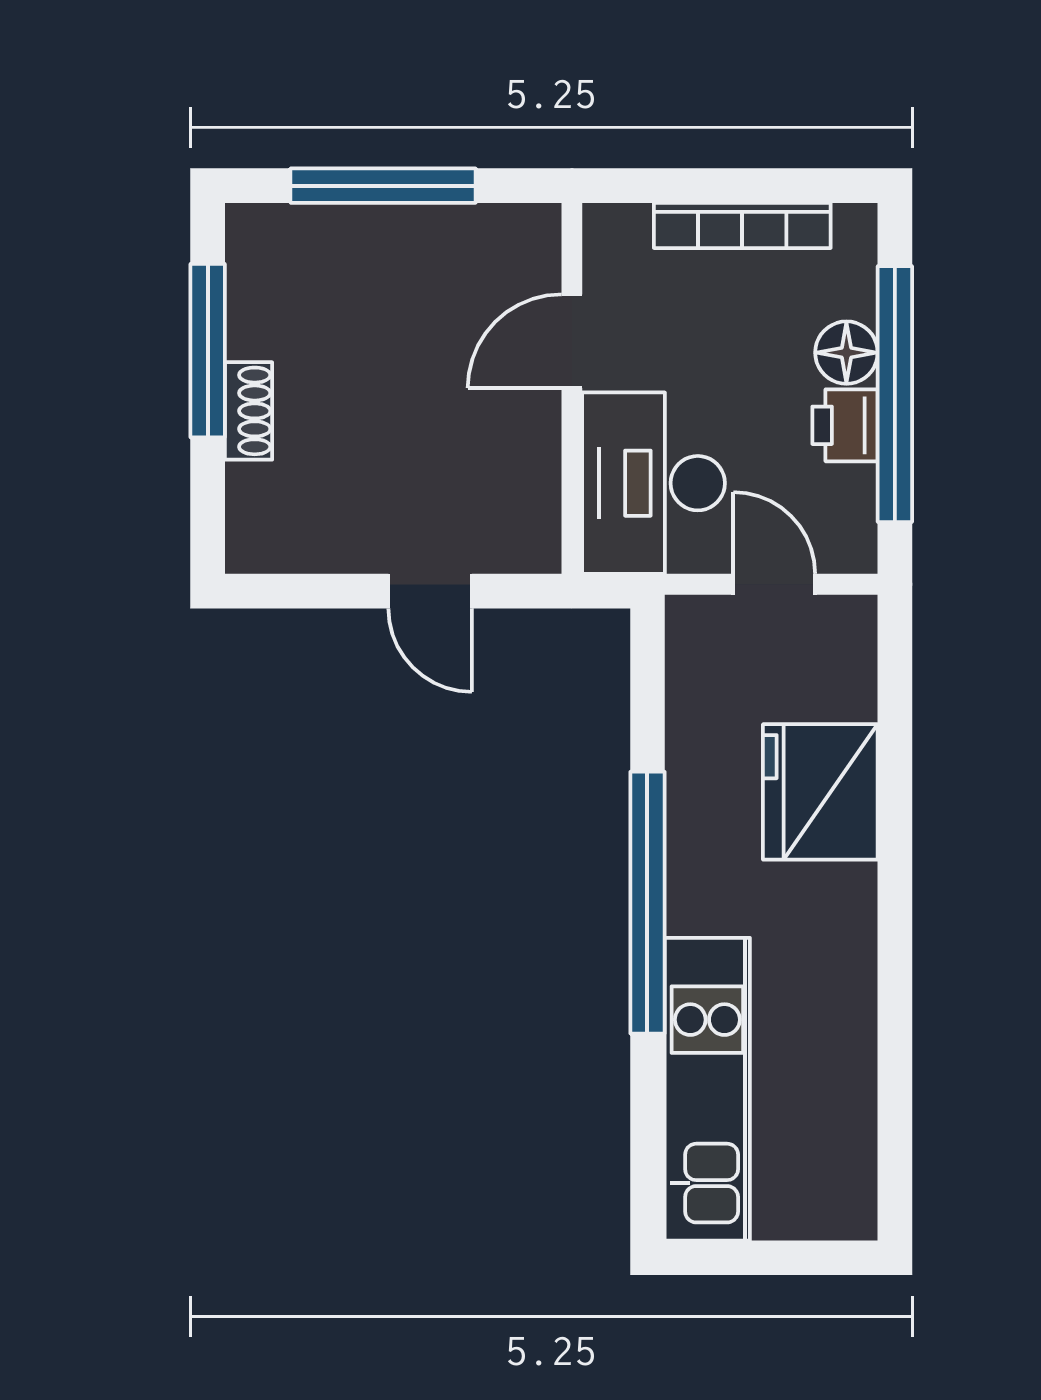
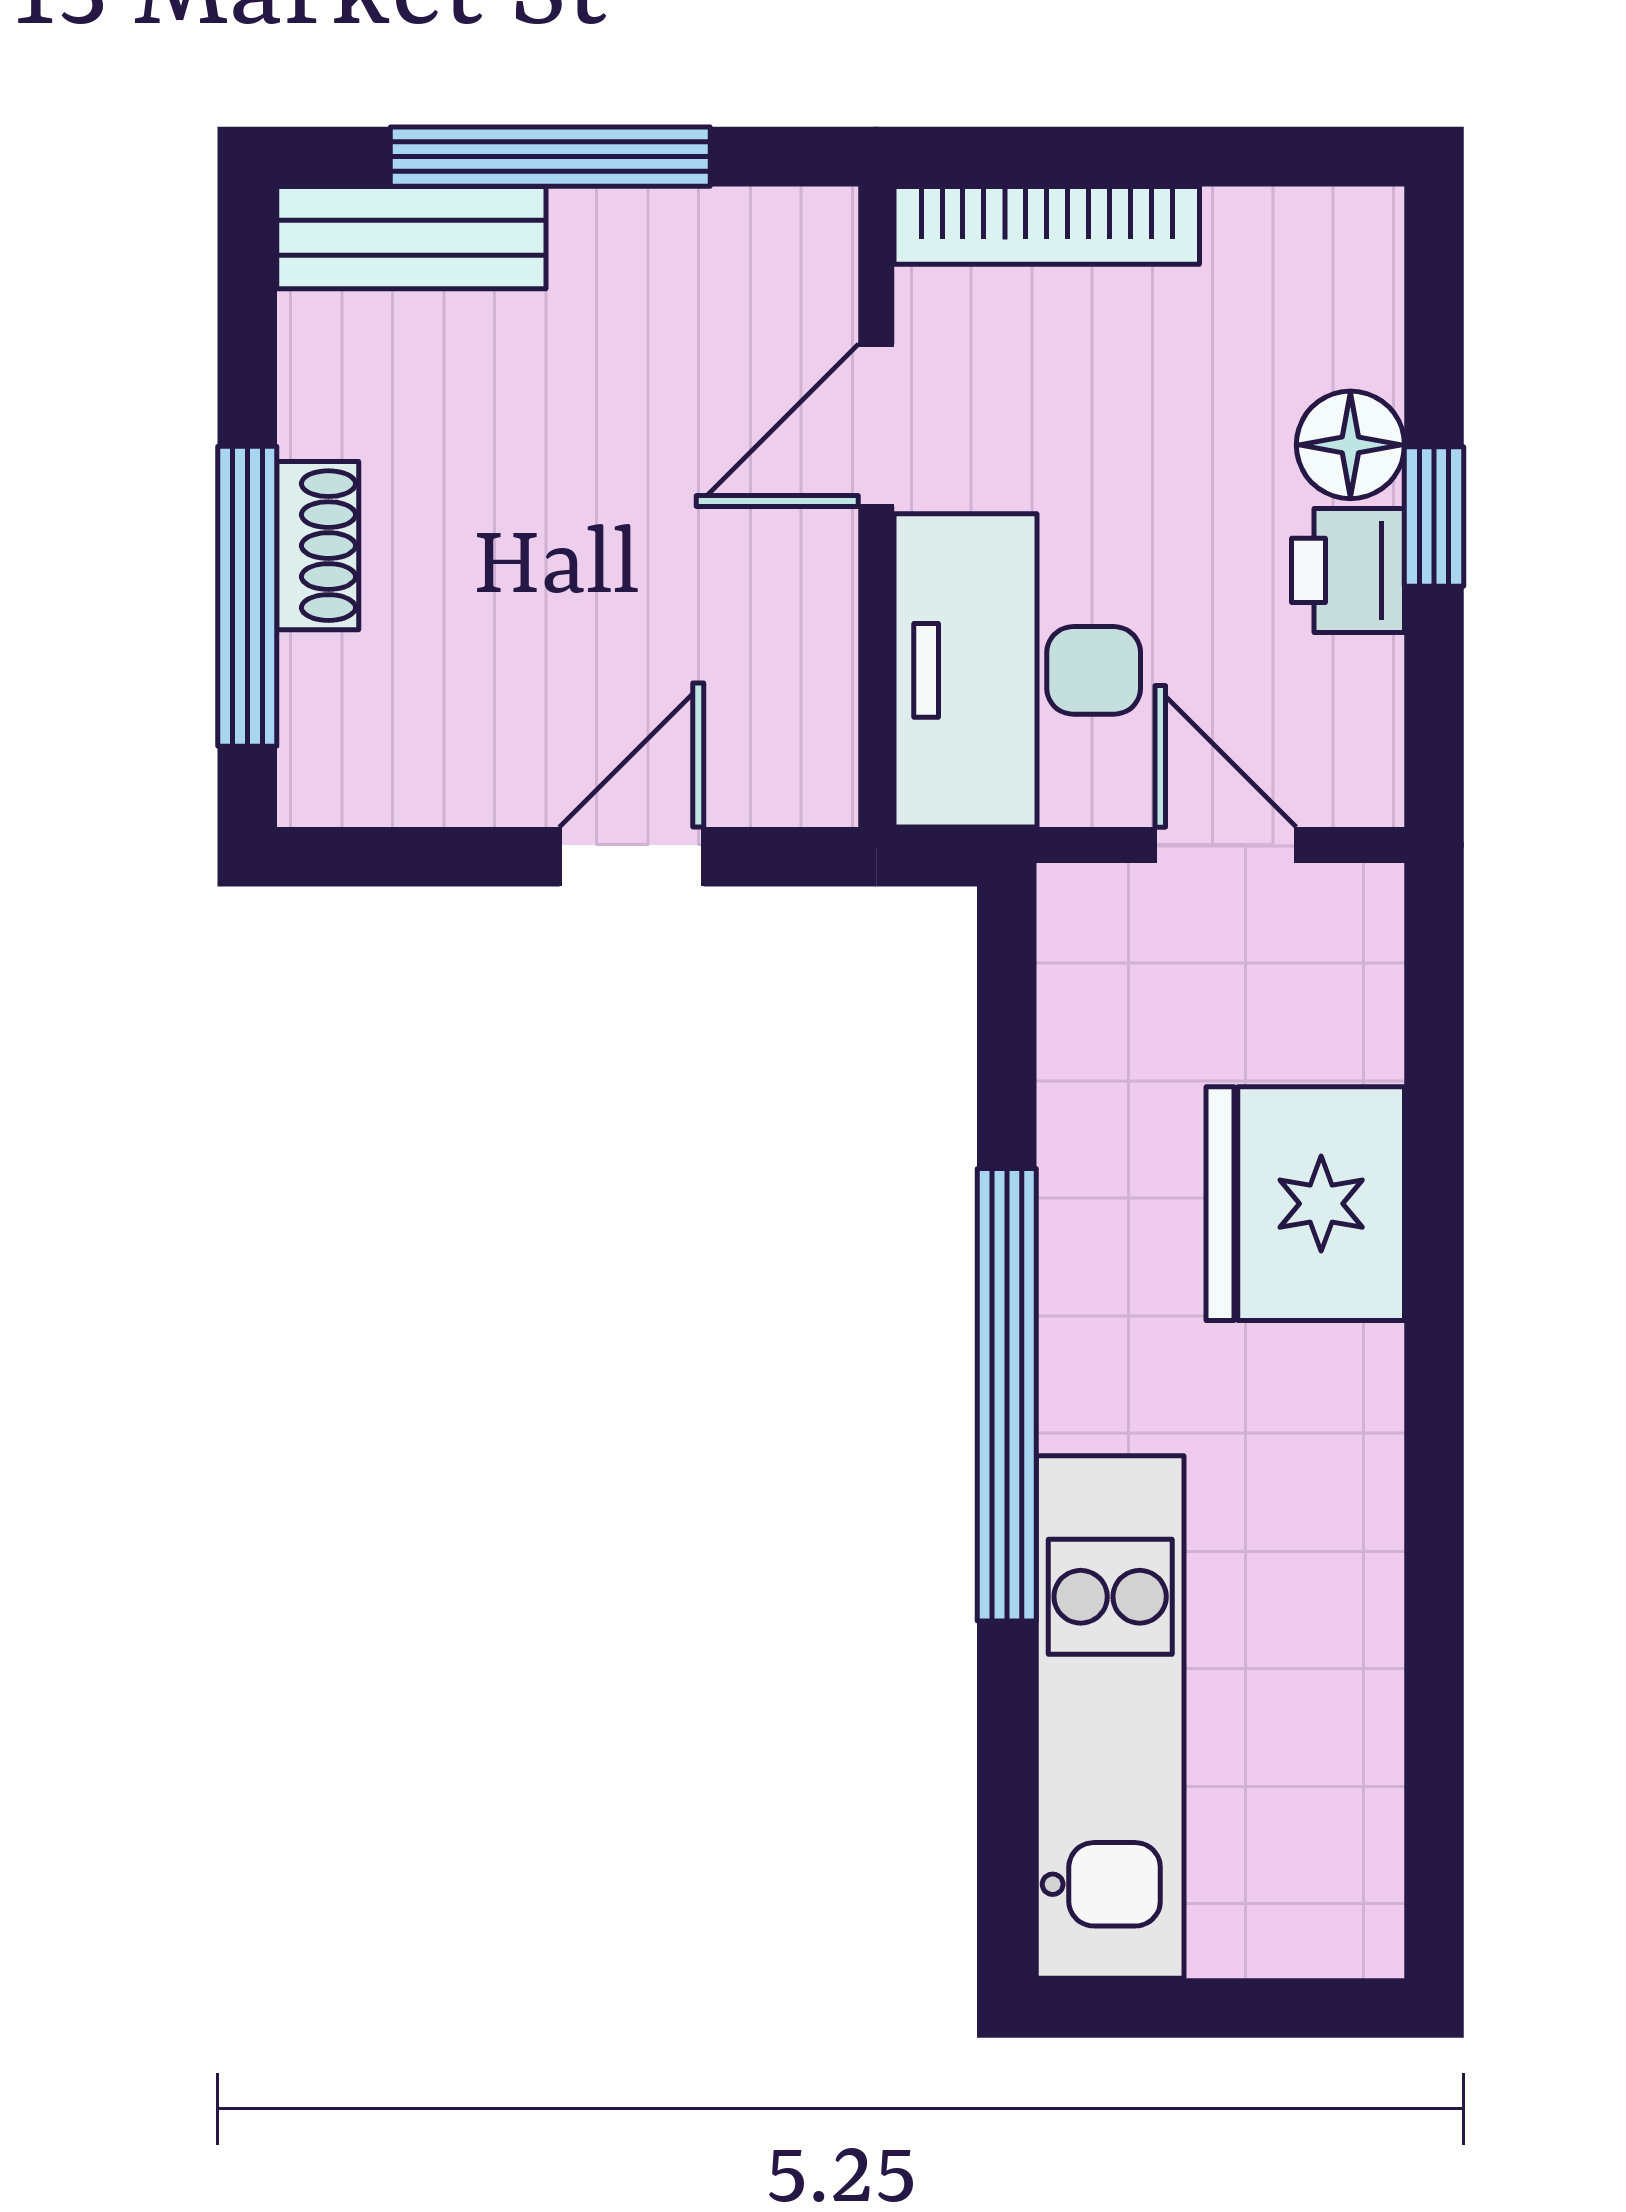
bookcase: (742, 225) -> (1047, 225), moved
bench: (303, 233) -> (411, 238), added
window: (208, 351) -> (247, 596), moved
window: (895, 394) -> (1434, 516), width x0.32
door: (430, 591) -> (631, 857), swing flipped

